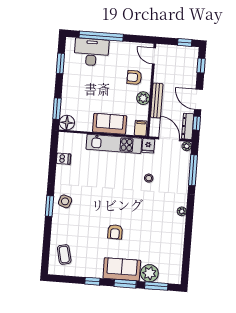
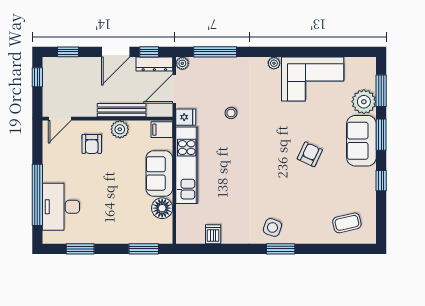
floor lamp: (67, 123) -> (162, 208), moved
armchair: (115, 232) -> (310, 154), turned -65
corner sofa: (168, 238) -> (313, 79), added

